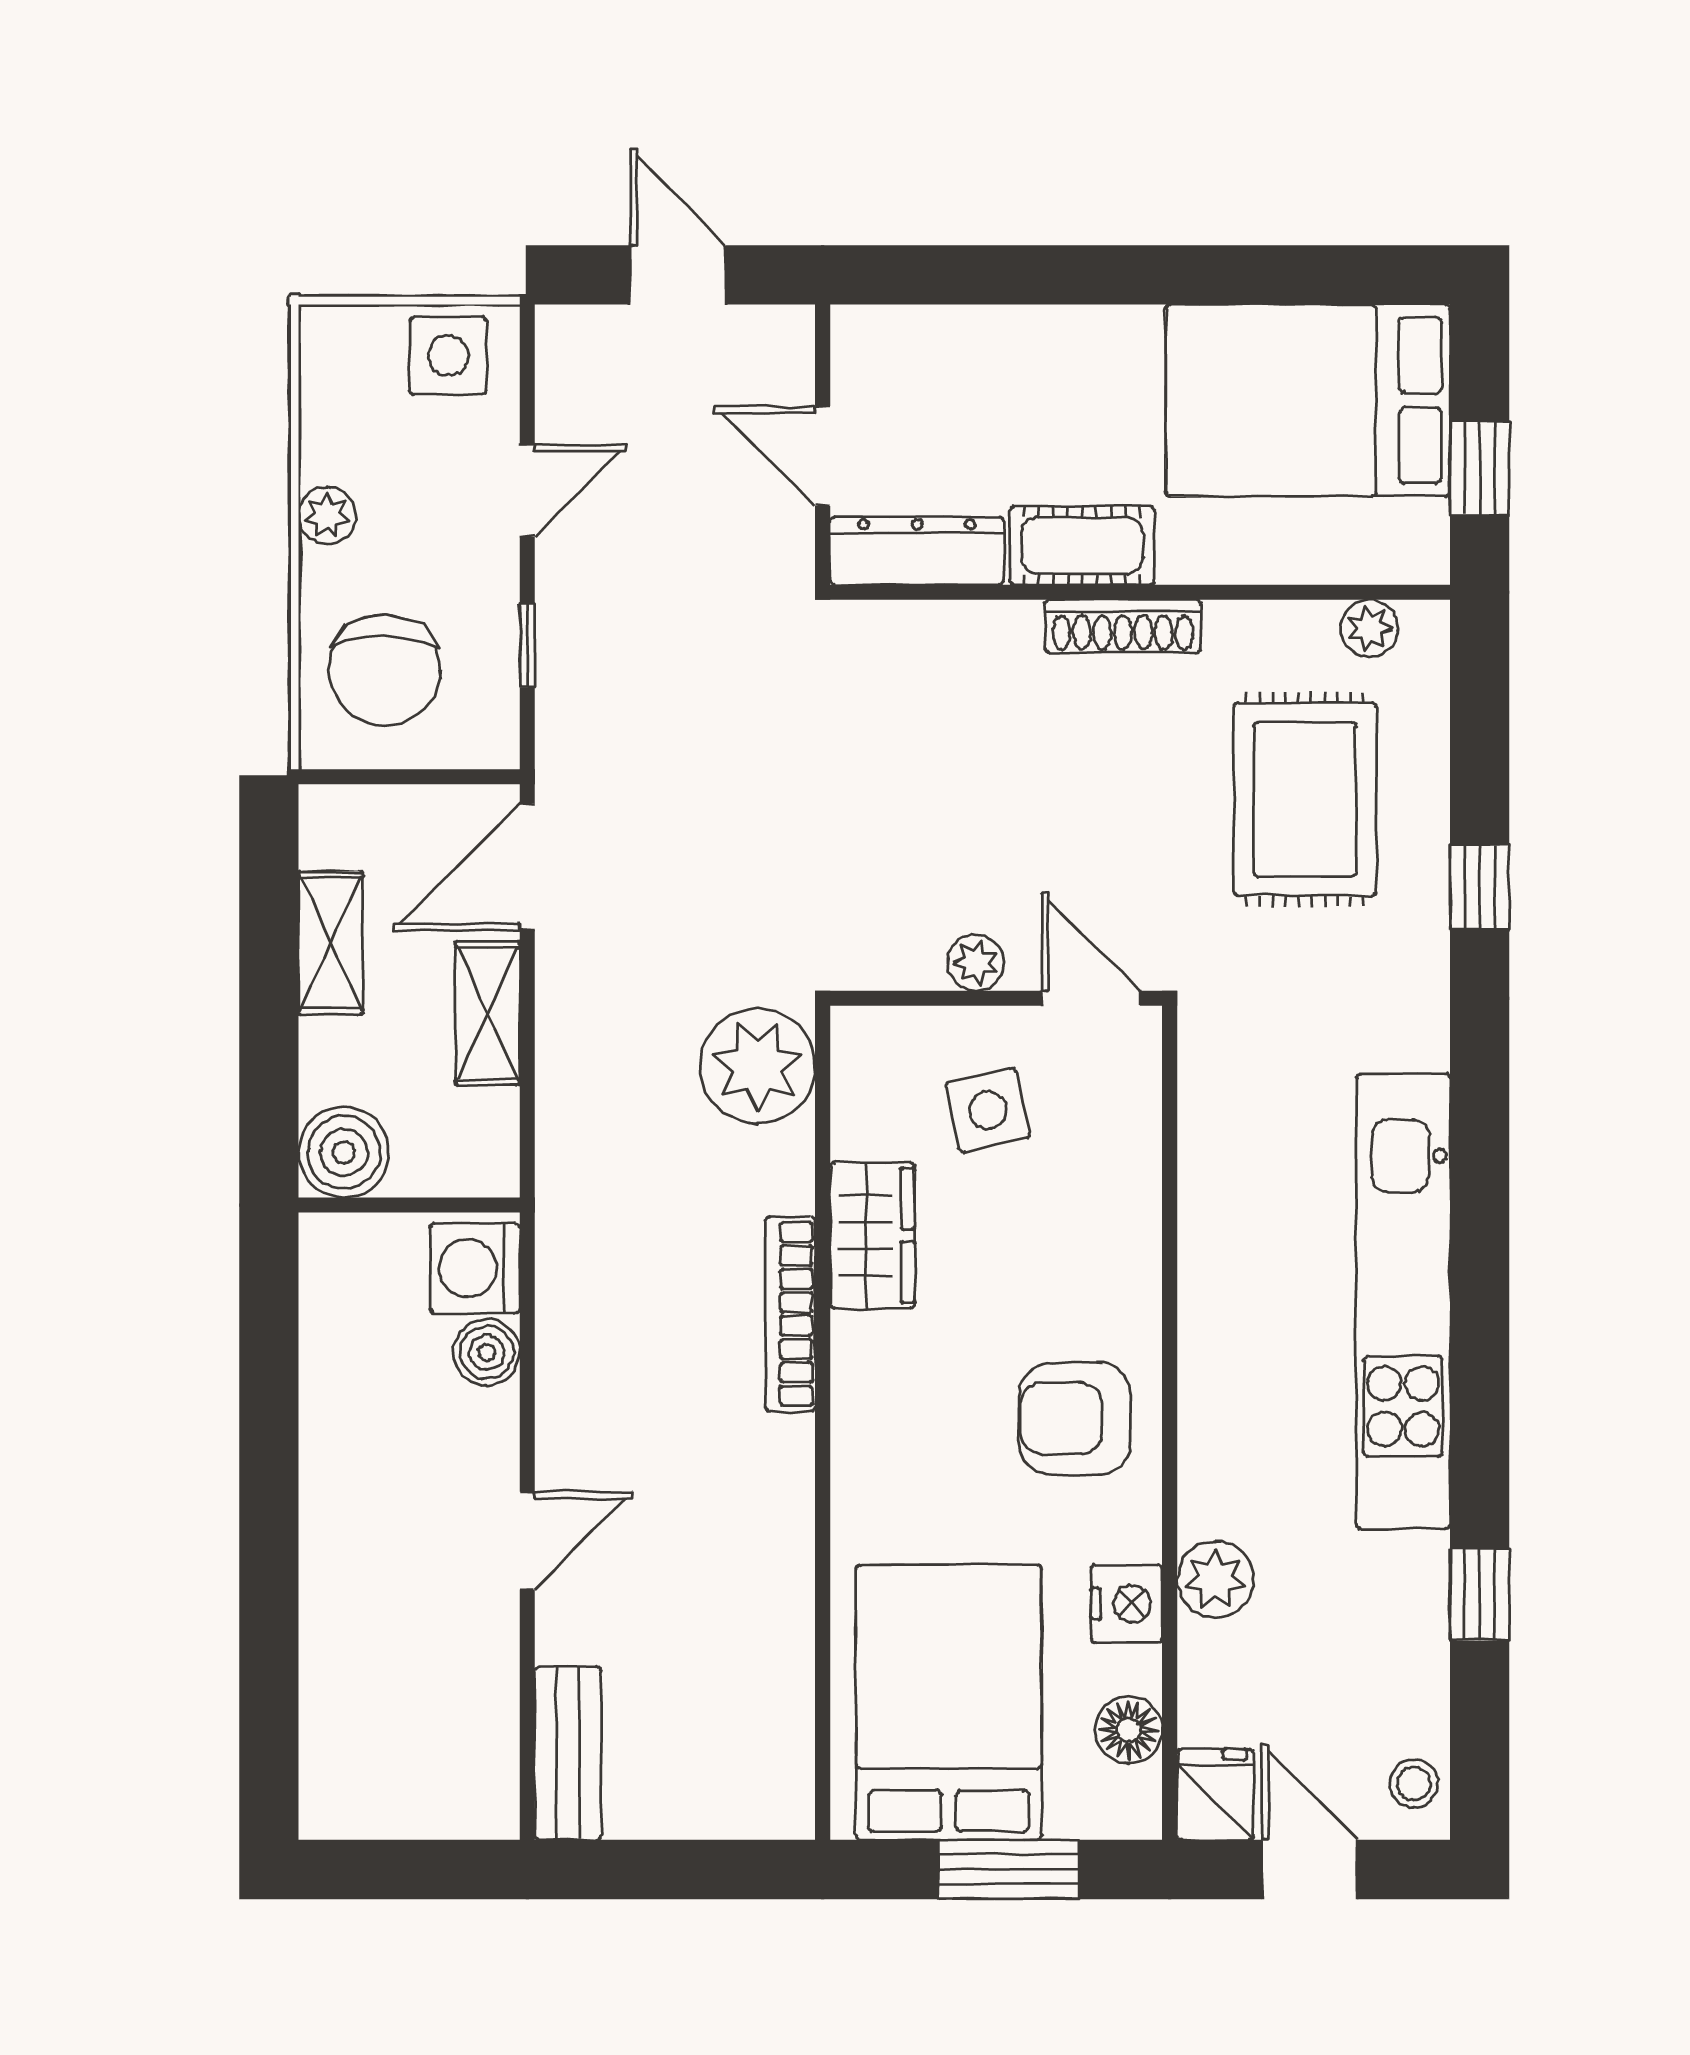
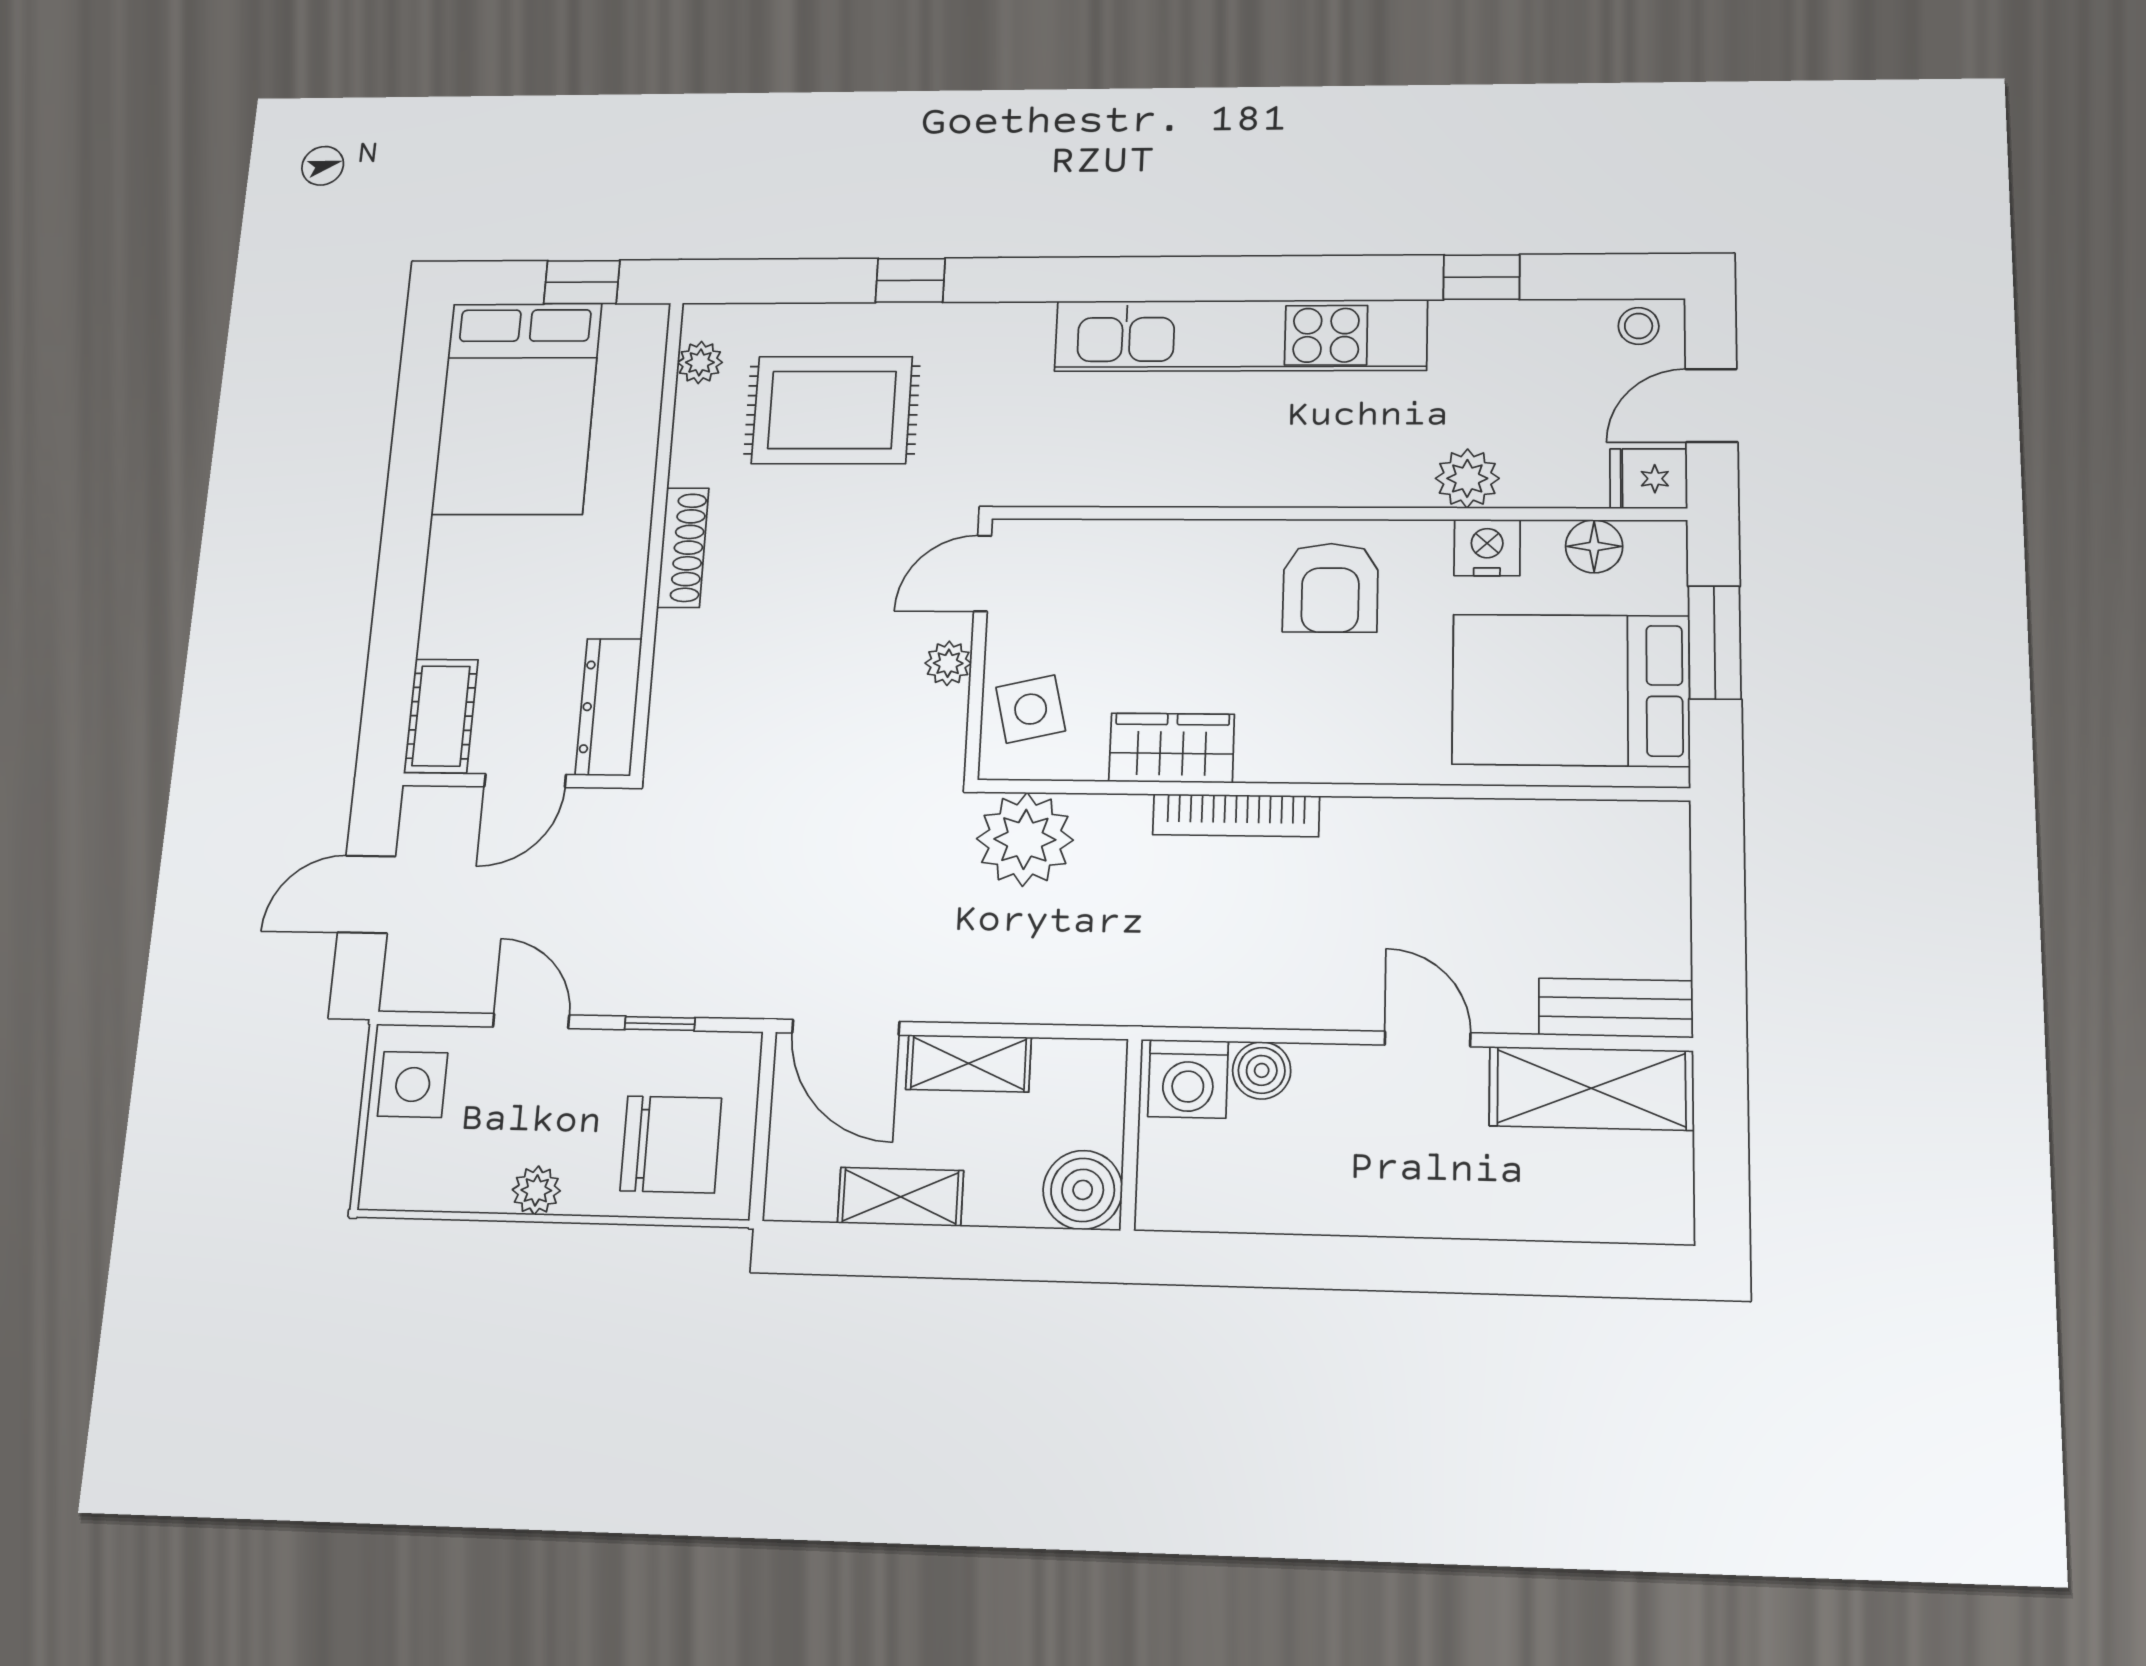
cot: (1082, 546) -> (441, 716), moved
side table: (988, 1110) -> (1031, 709), moved
shelving: (474, 1726) -> (1591, 1088), added

